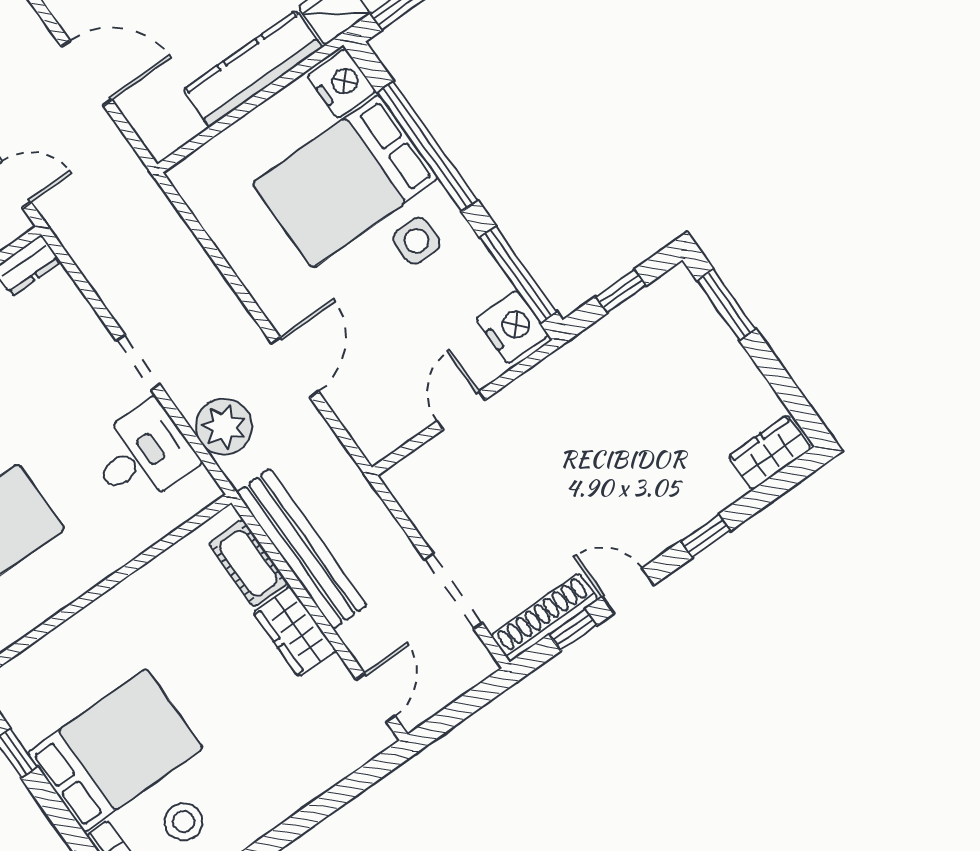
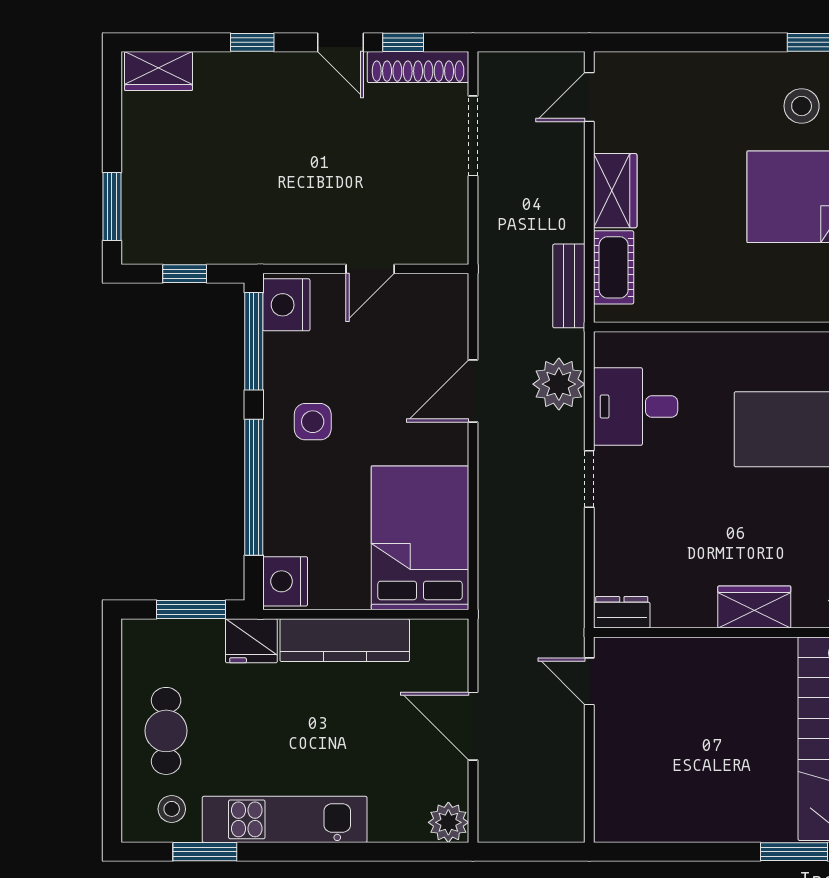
bed: (345, 181) -> (420, 538), moved, turned -90
bench: (302, 549) -> (569, 286), width x0.54, depth x0.82

